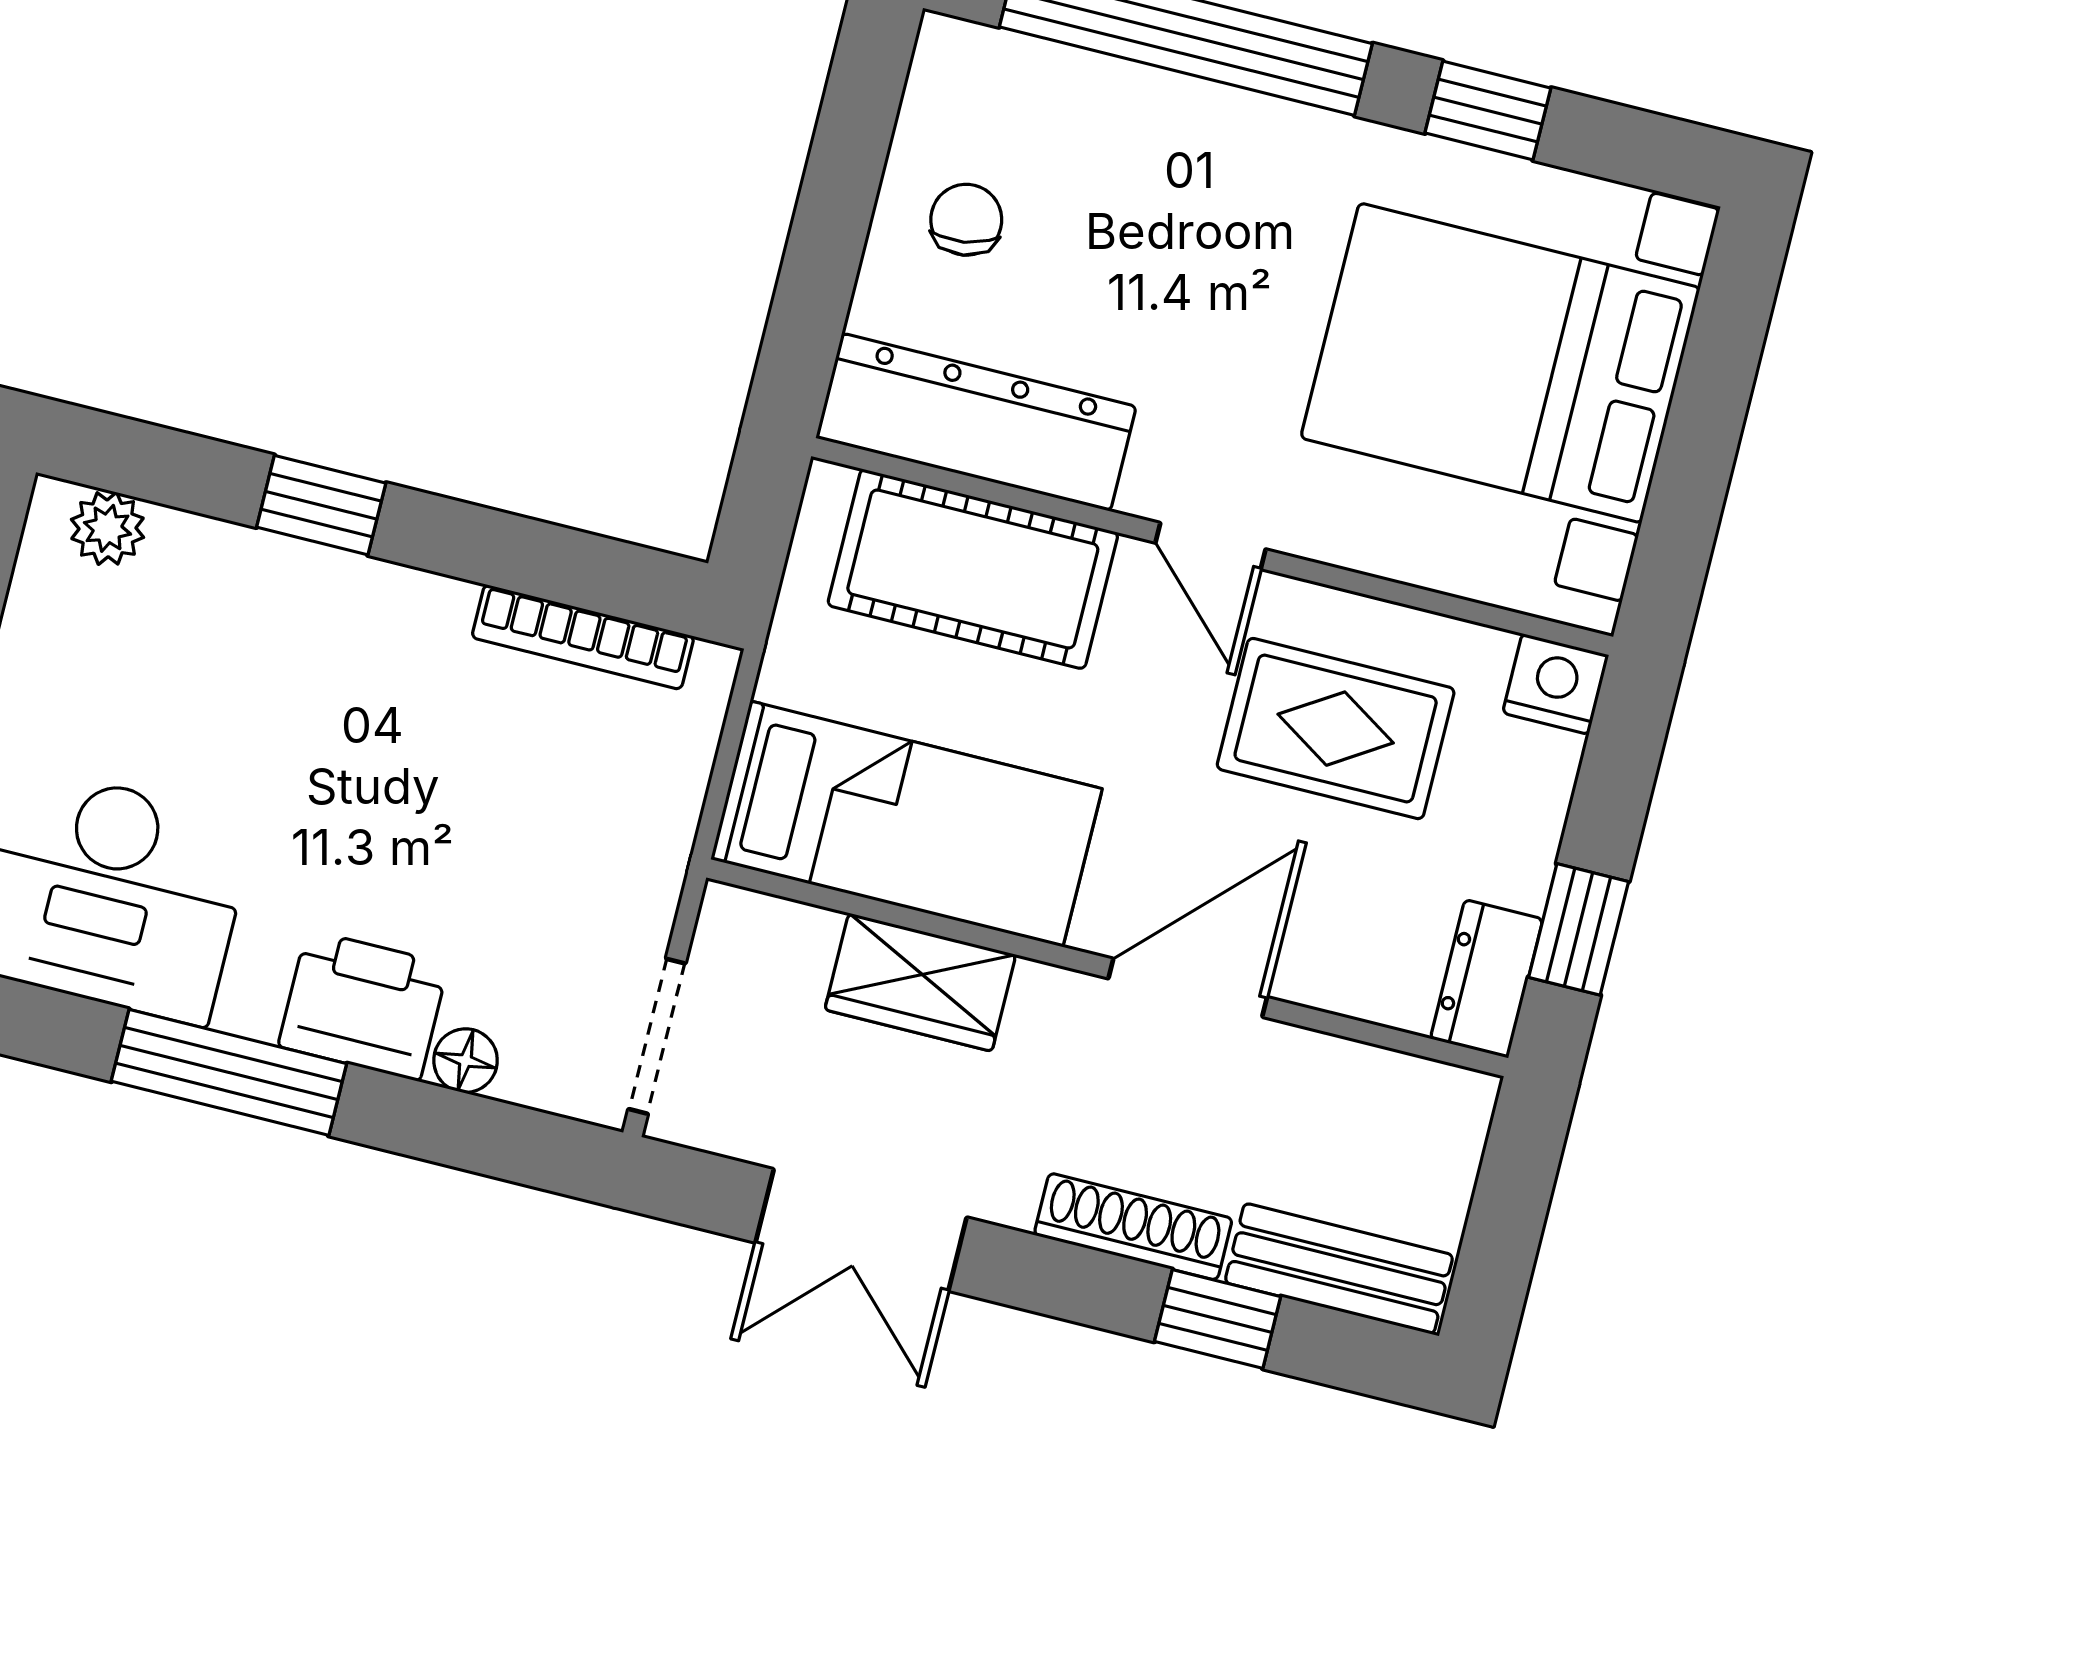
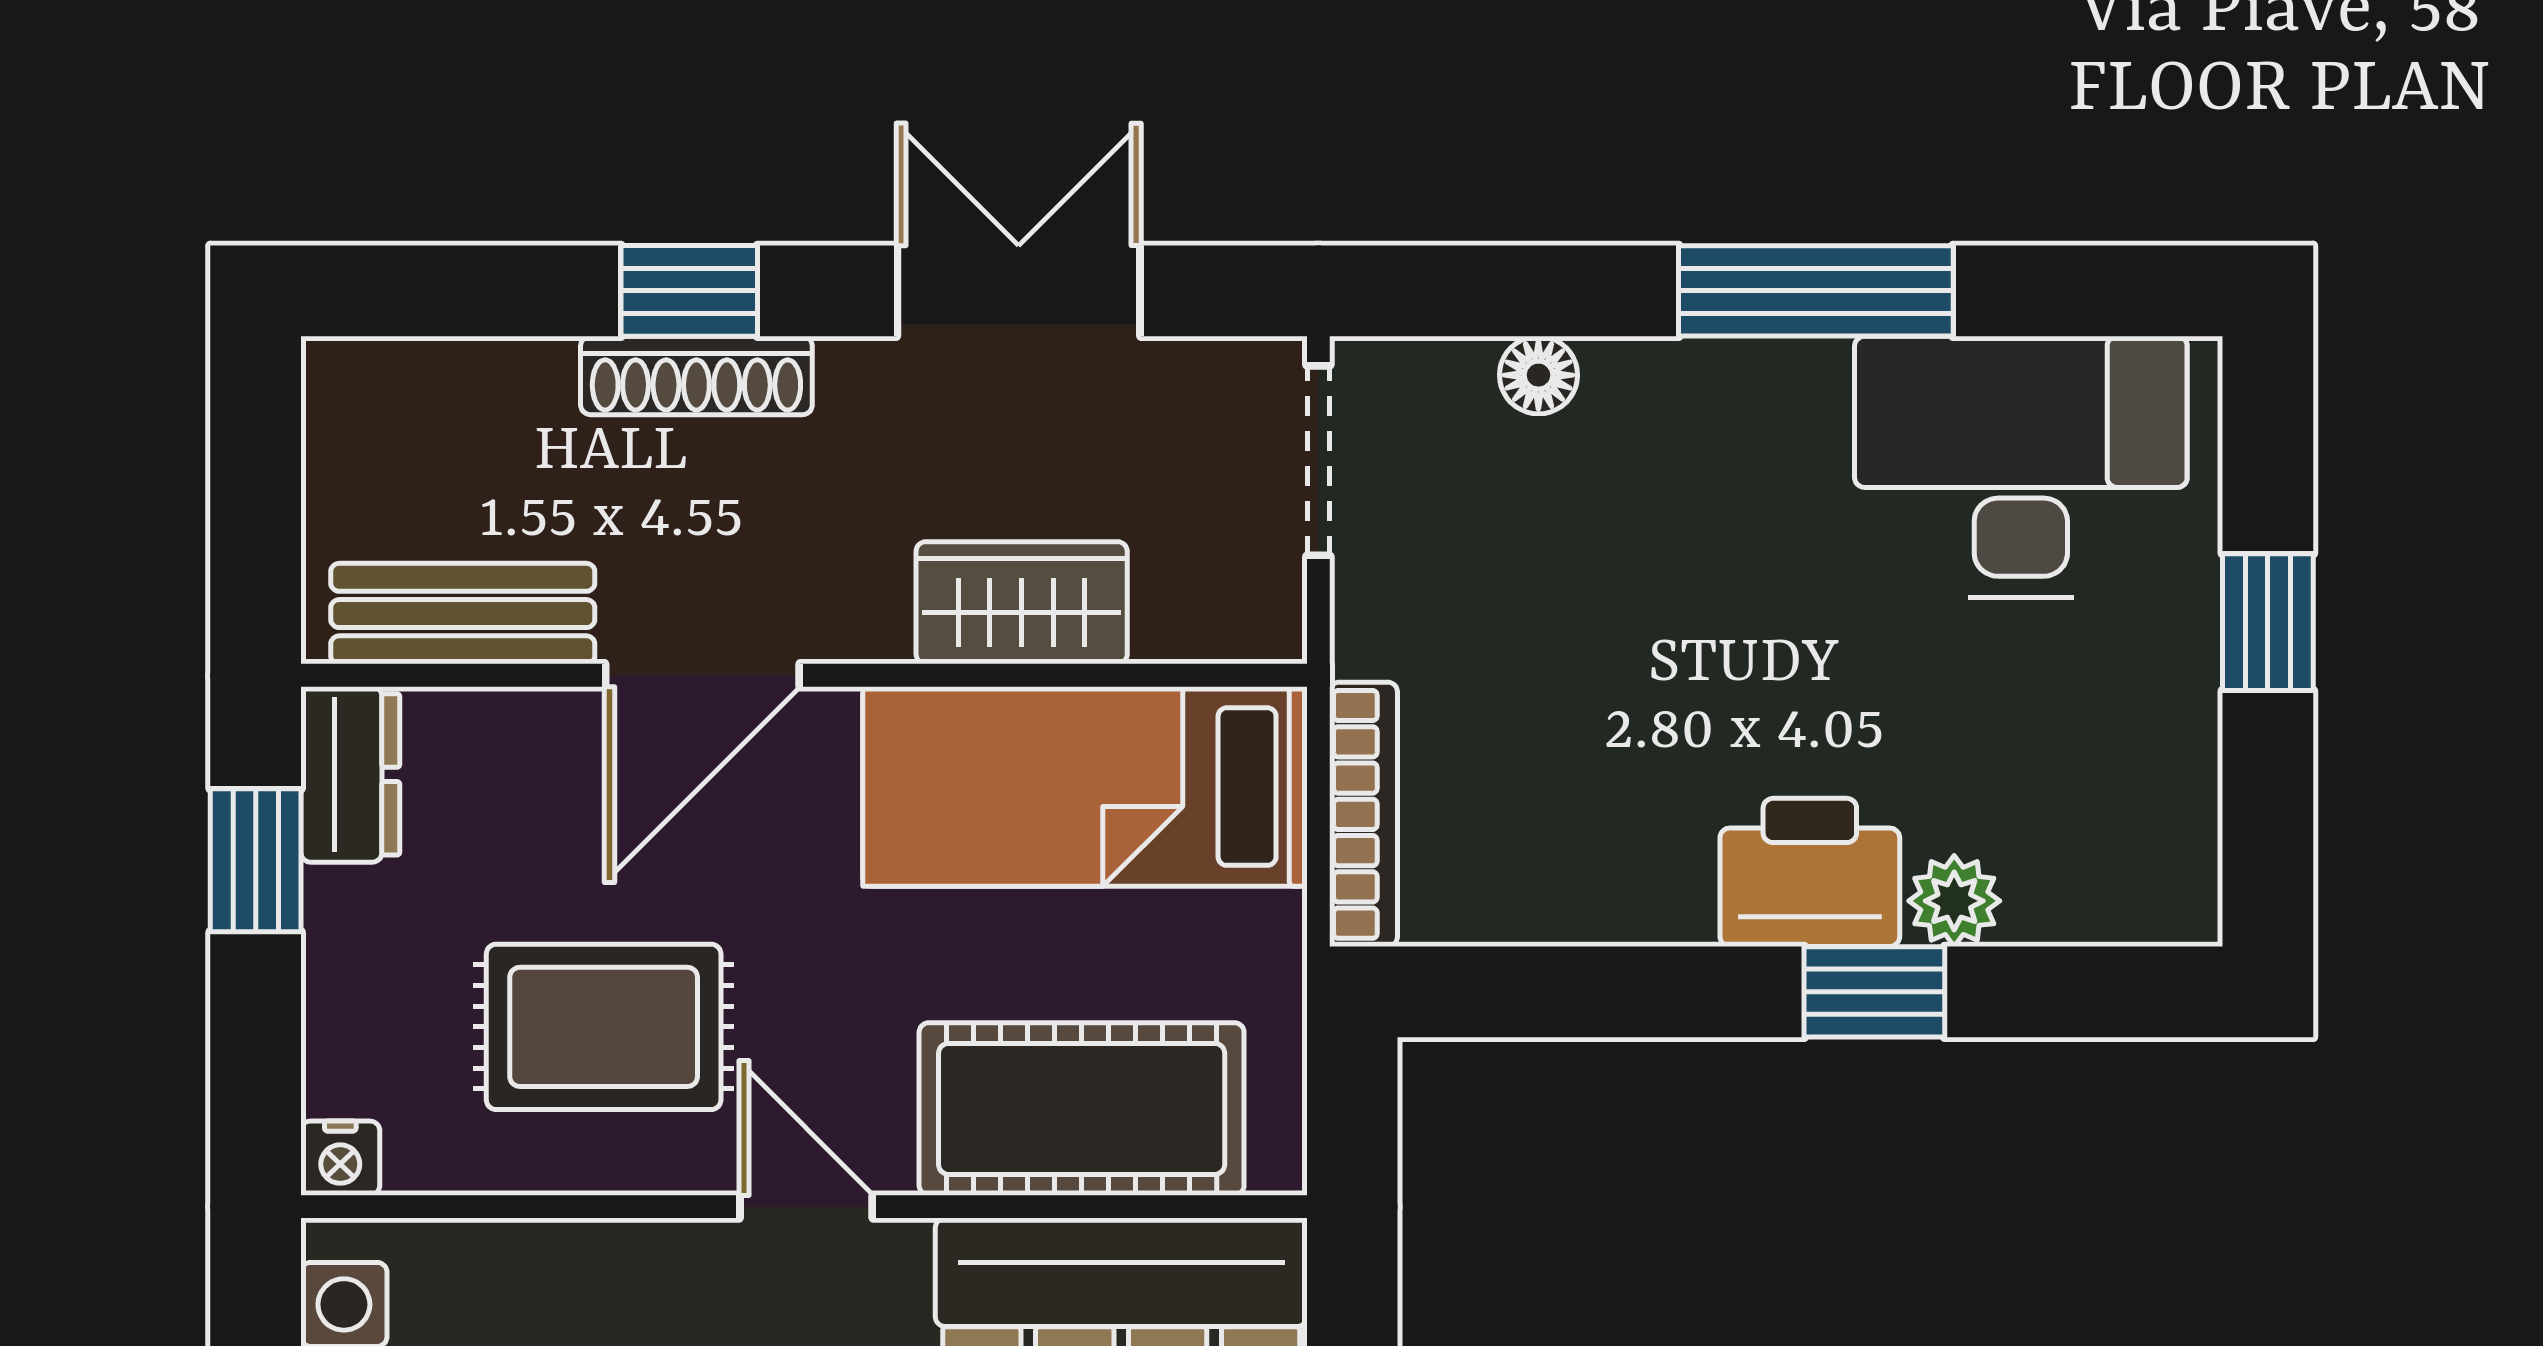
plant: (108, 528) -> (1954, 901), moved
bookcase: (583, 637) -> (1364, 814), moved, turned 90
nightstand: (1556, 684) -> (340, 1158), width x0.72, depth x0.74
printer: (363, 1005) -> (1810, 872), moved, turned 180
bench: (1339, 1269) -> (463, 614), moved
window: (1218, 1319) -> (689, 291), moved

